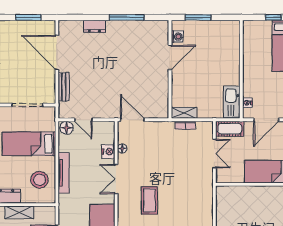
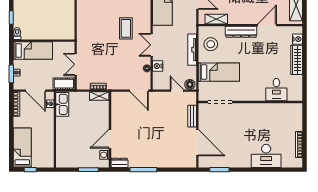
dresser: (94, 26) -> (119, 163), moved
door: (266, 120) -> (36, 91), swing flipped
double door: (116, 179) -> (152, 45), swing flipped
shelving: (19, 212) -> (216, 19), moved

